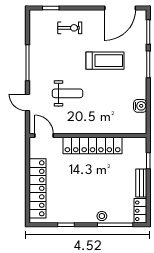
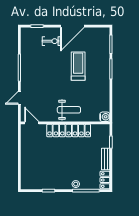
door: (120, 8) -> (72, 26), moved
treadmill: (105, 61) -> (78, 66), turned -90
weight bench: (68, 93) -> (69, 110), moved
door: (27, 102) -> (19, 98), hinge flipped
water cooler: (140, 106) -> (105, 117), moved
locker: (38, 188) -> (27, 163), removed

